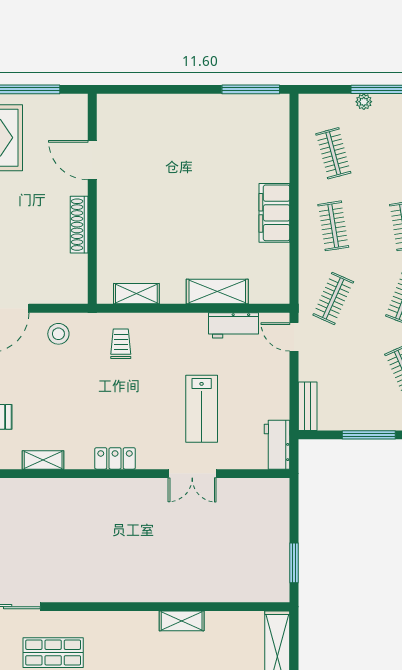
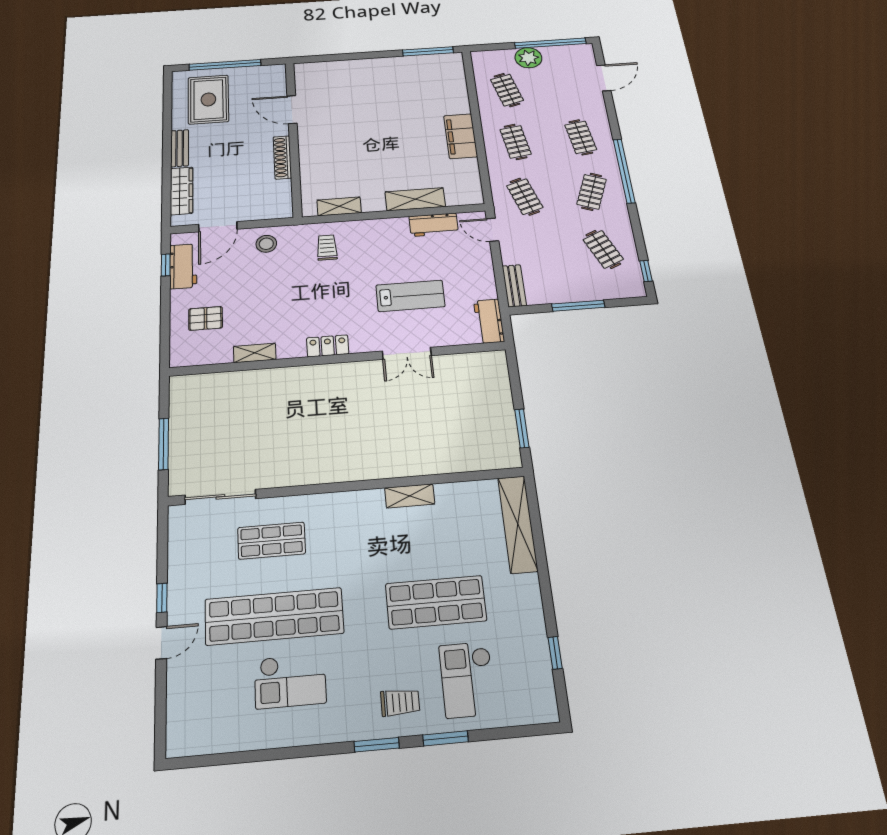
plant: (364, 102) -> (528, 58), width x1.88, depth x1.88
clothes rail: (333, 298) -> (525, 197), turned -42
lab bench: (202, 409) -> (410, 296), turned -90

